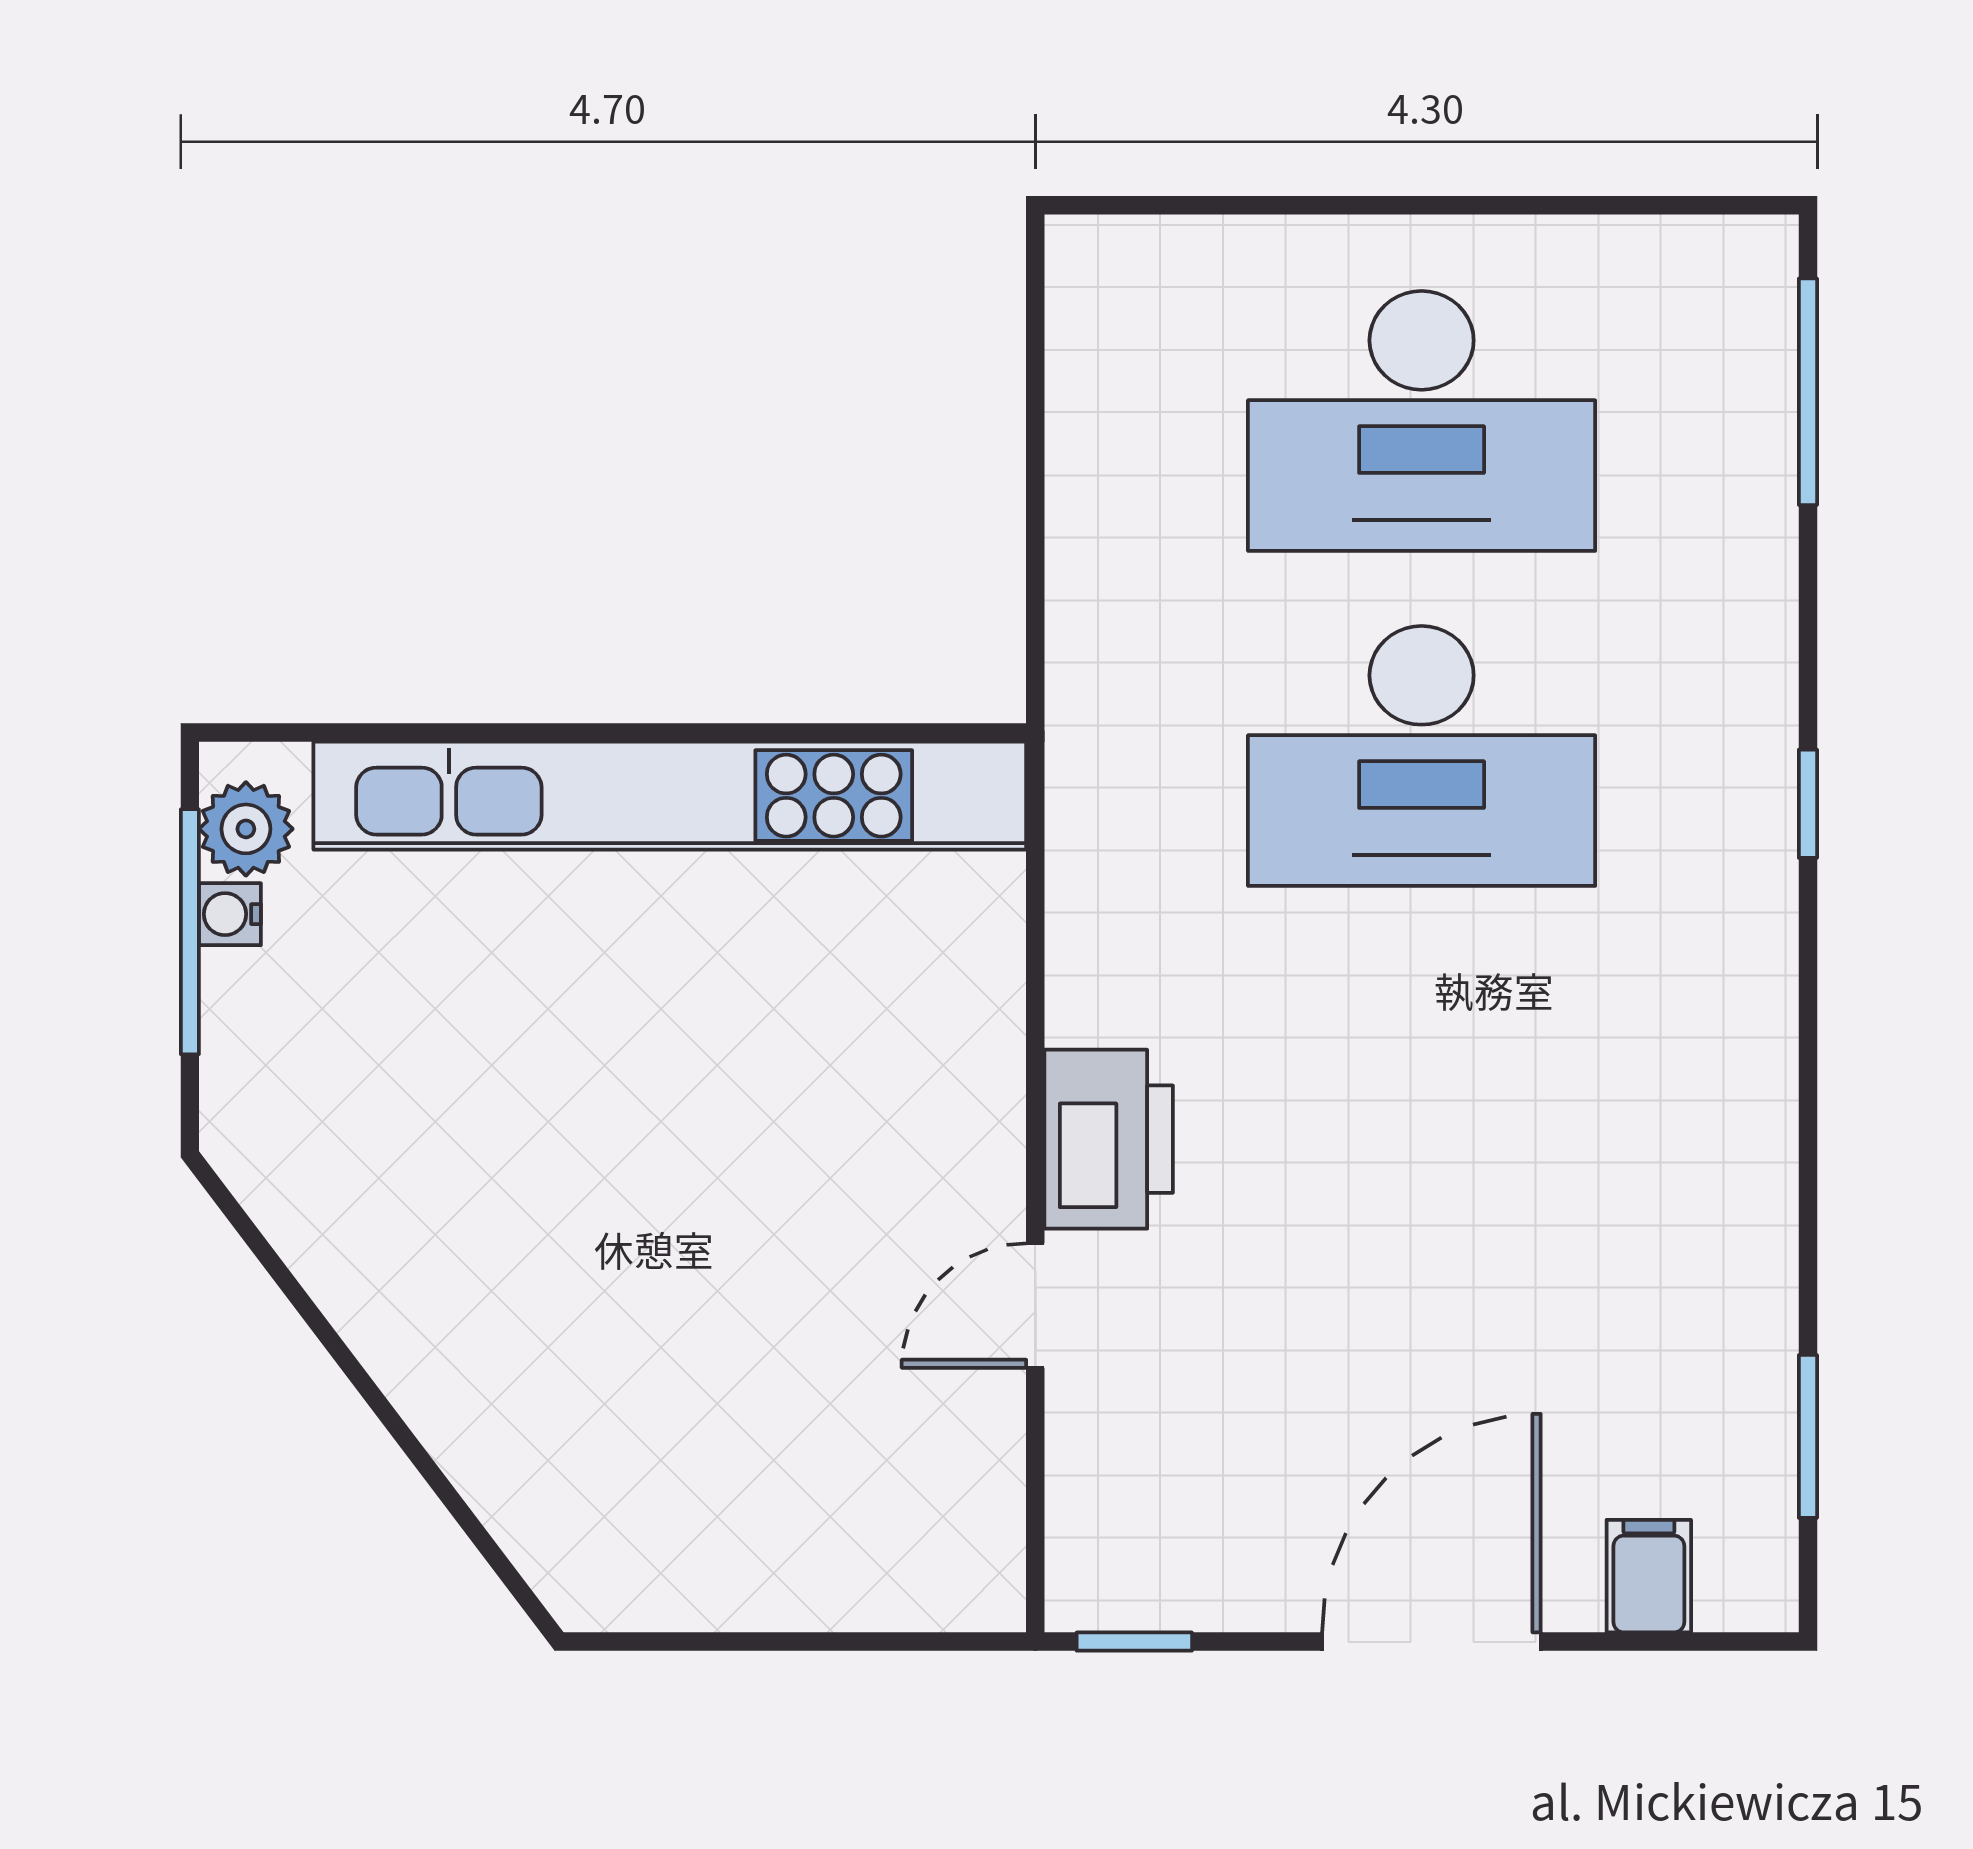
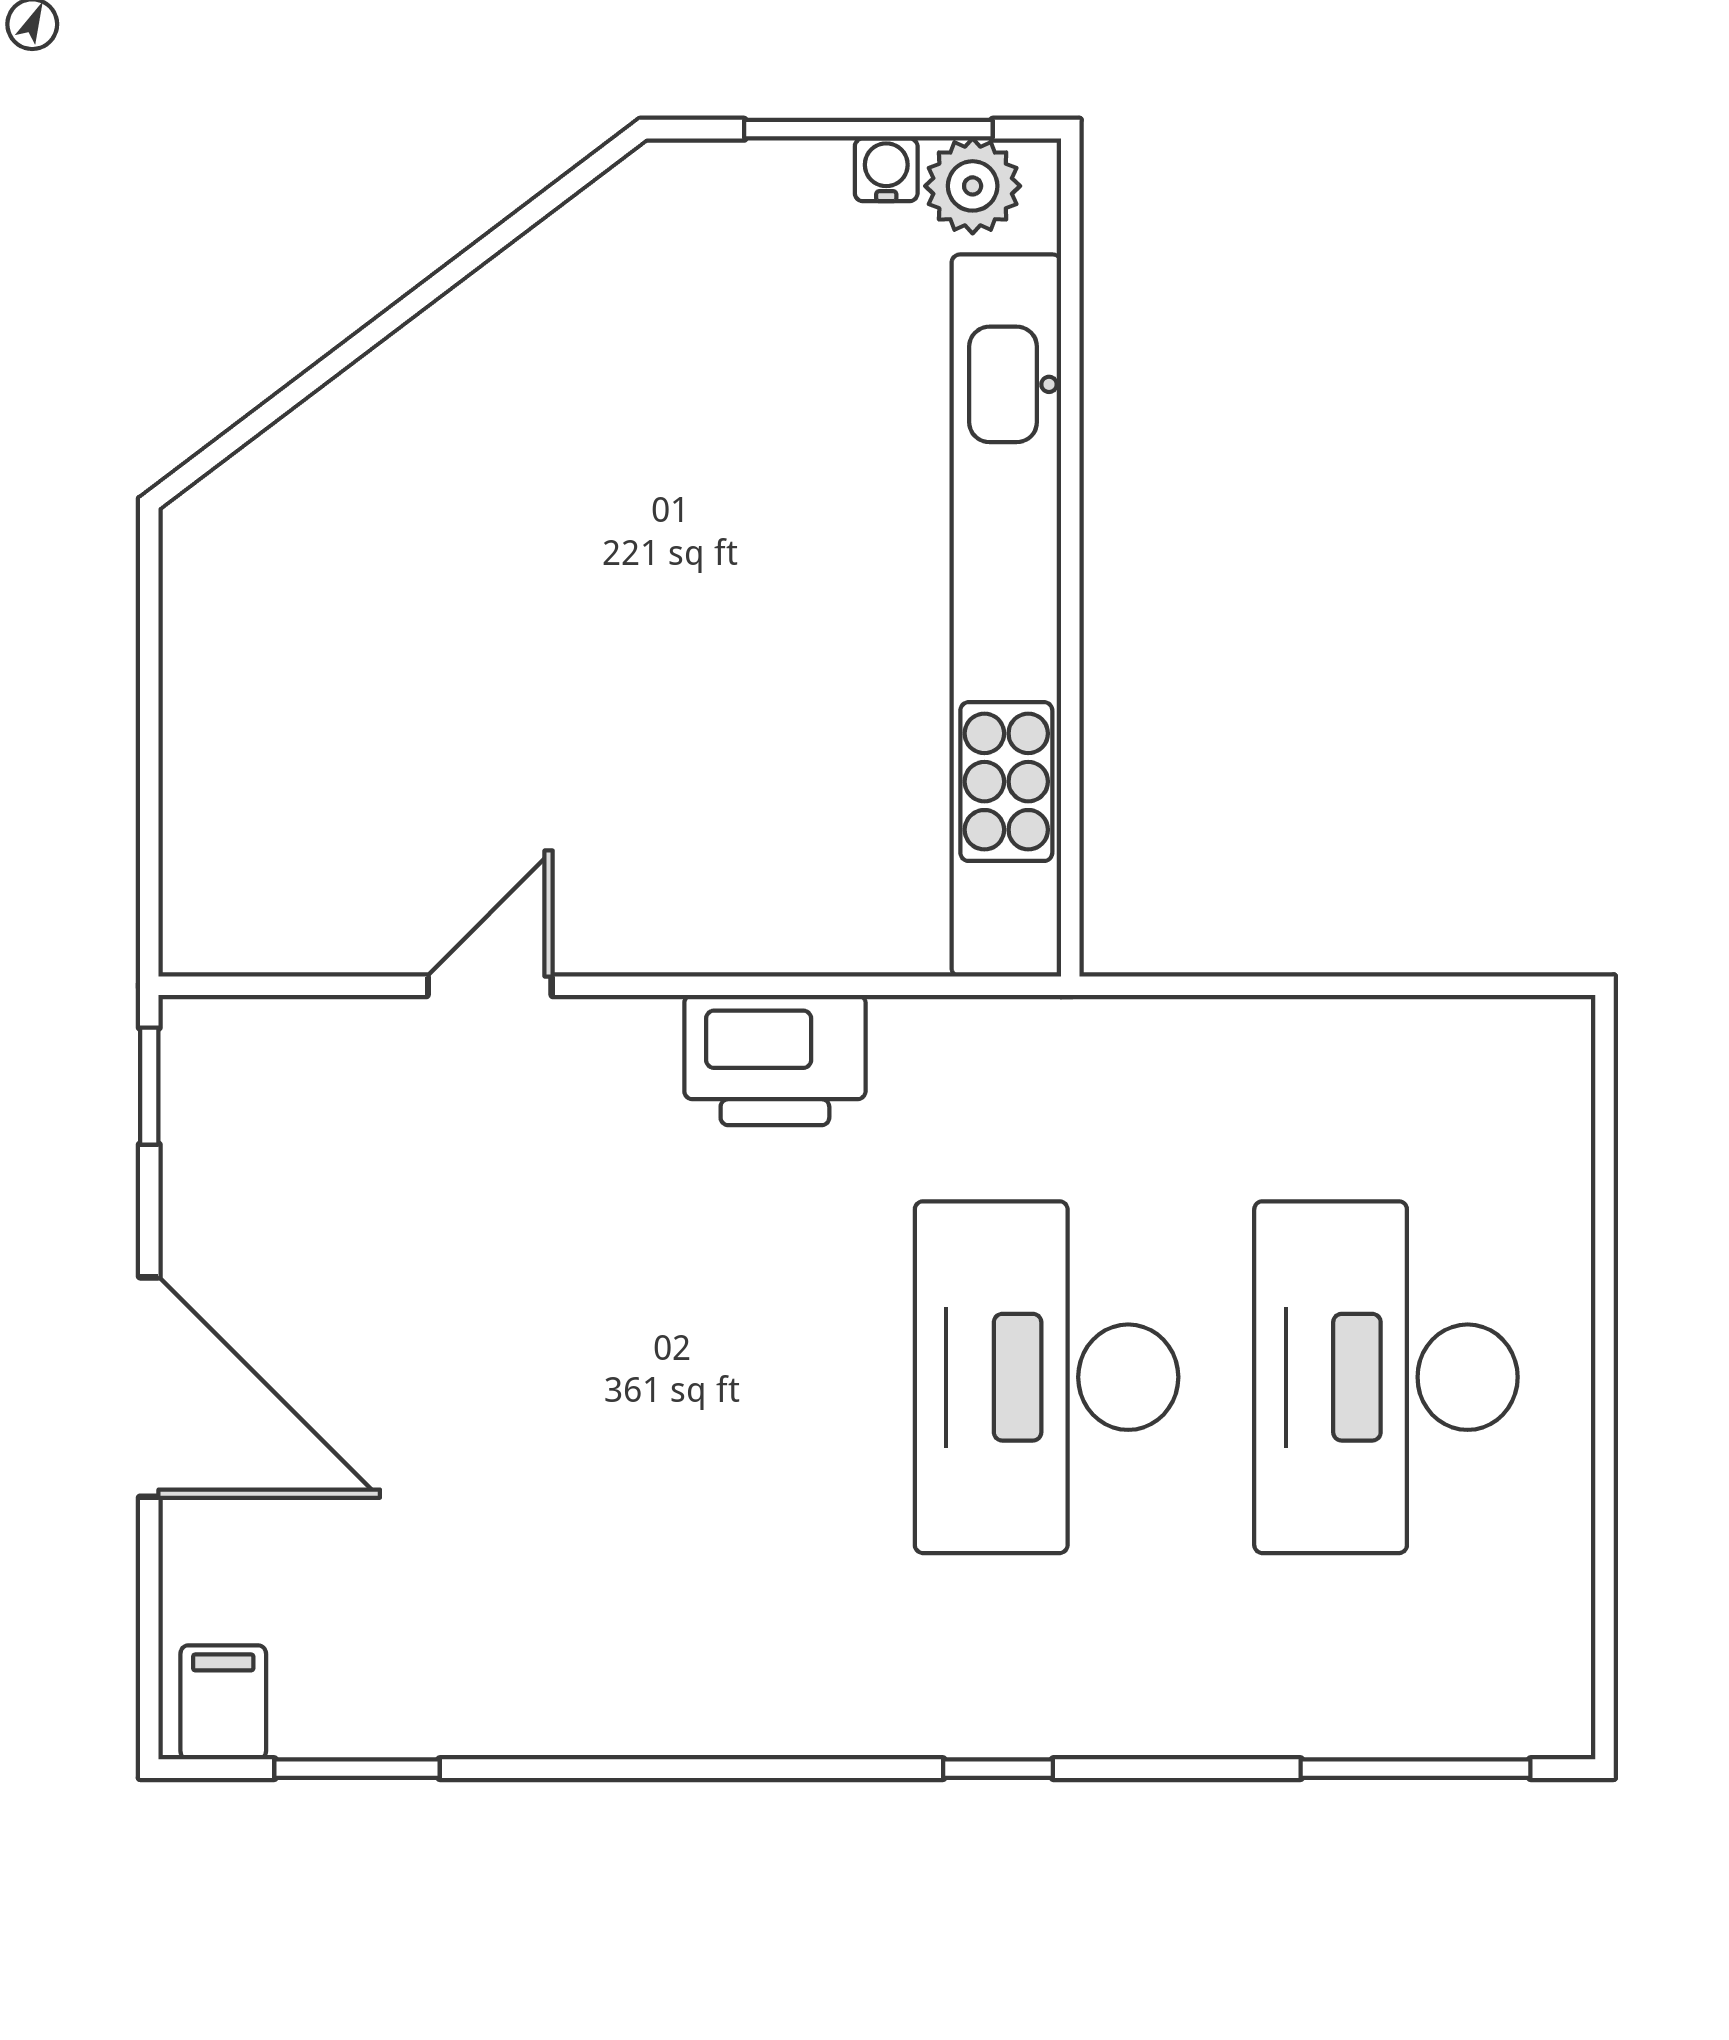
printer: (1109, 1139) -> (775, 1060), moved
door: (1035, 1306) -> (490, 986), hinge flipped
filing cabinet: (1649, 1576) -> (223, 1702), moved, turned -90

